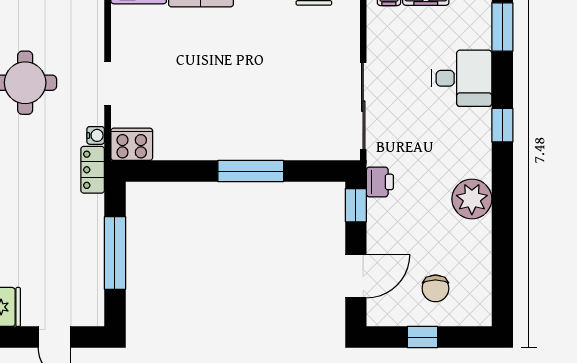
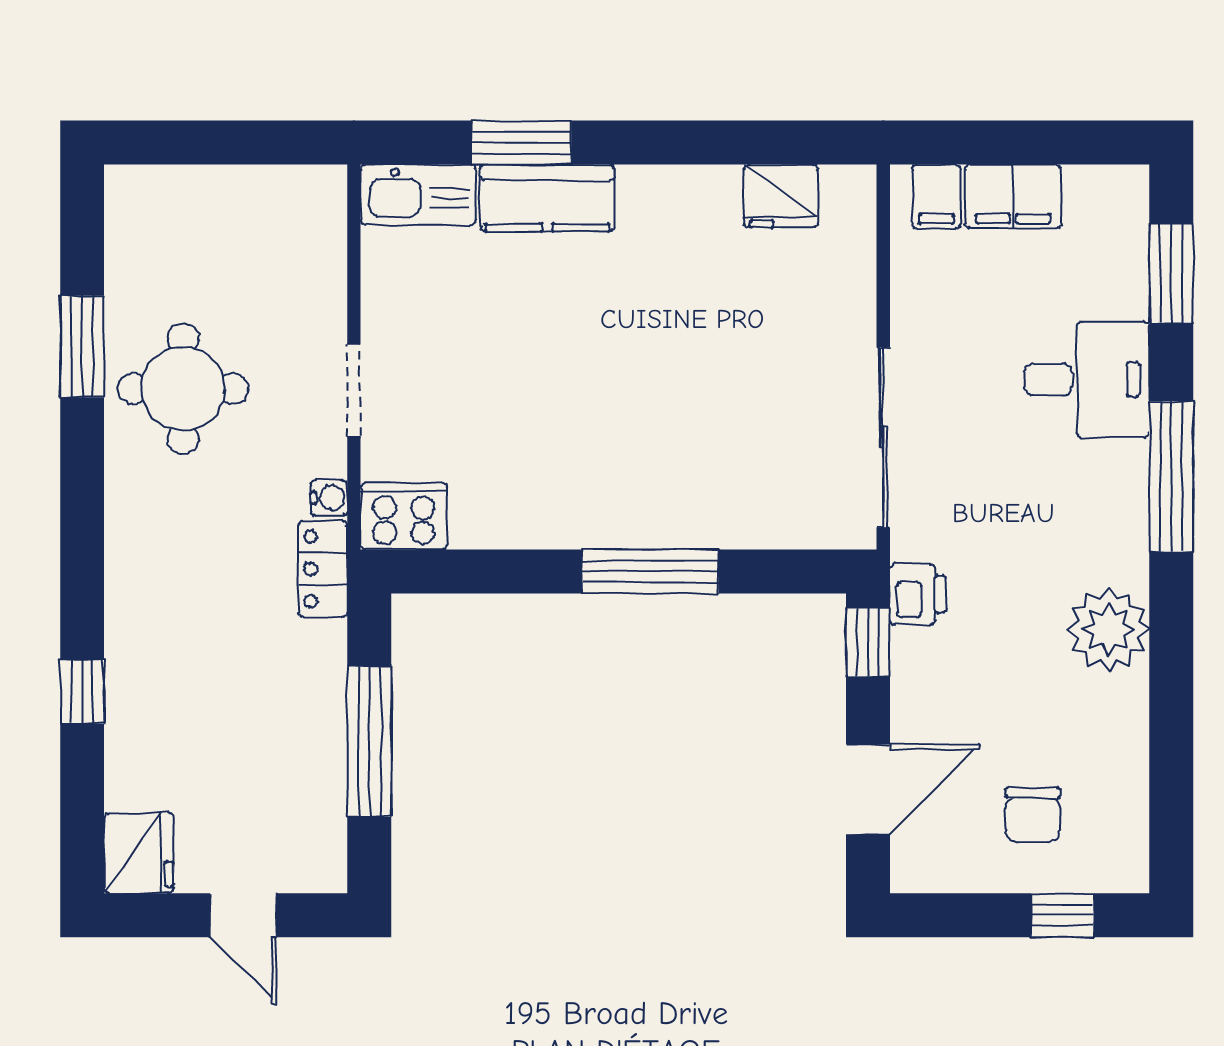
window: (502, 125) -> (1171, 477), width x2.17
window: (423, 337) -> (1063, 915), moved

